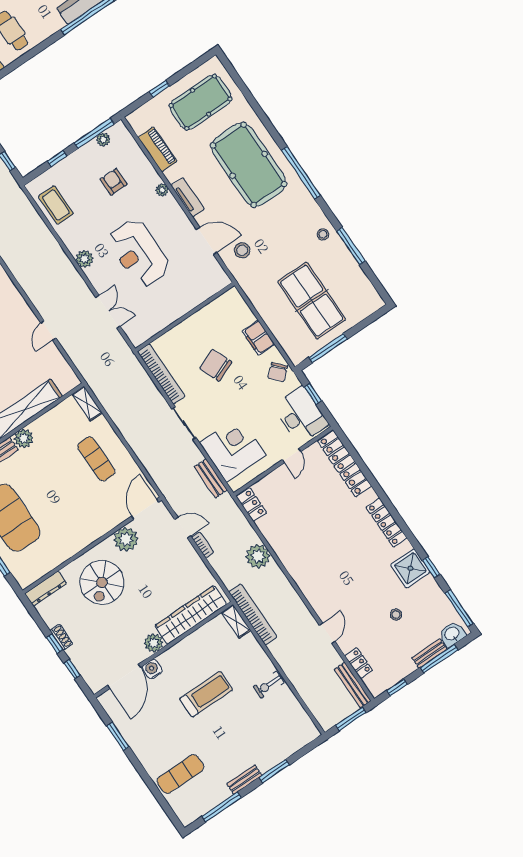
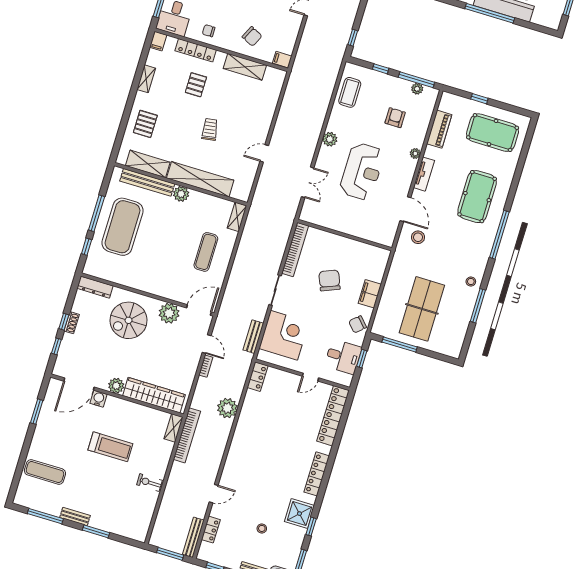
pool table: (249, 165) -> (477, 197), width x0.73, depth x0.76
reception desk: (139, 253) -> (362, 171), turned 180
desk: (301, 415) -> (343, 357), width x0.73

